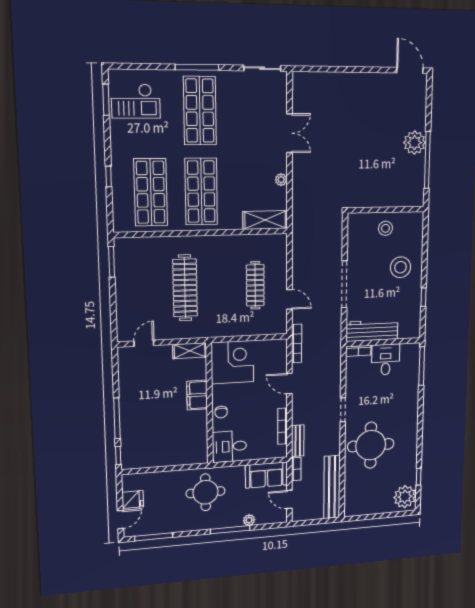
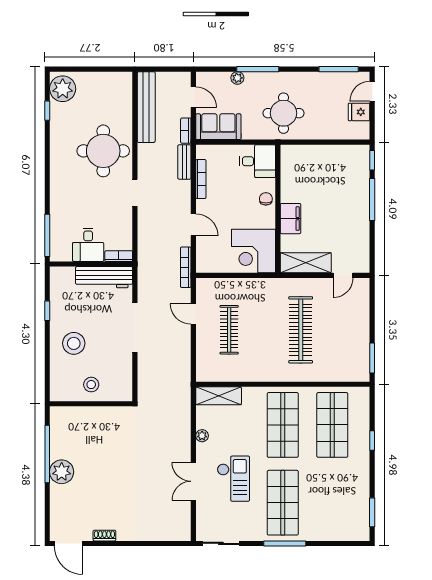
shoe rack: (376, 78) -> (104, 536), added
checkout: (136, 101) -> (233, 479), moved, turned 90
shelving: (190, 351) -> (306, 263), width x1.50, depth x1.33

